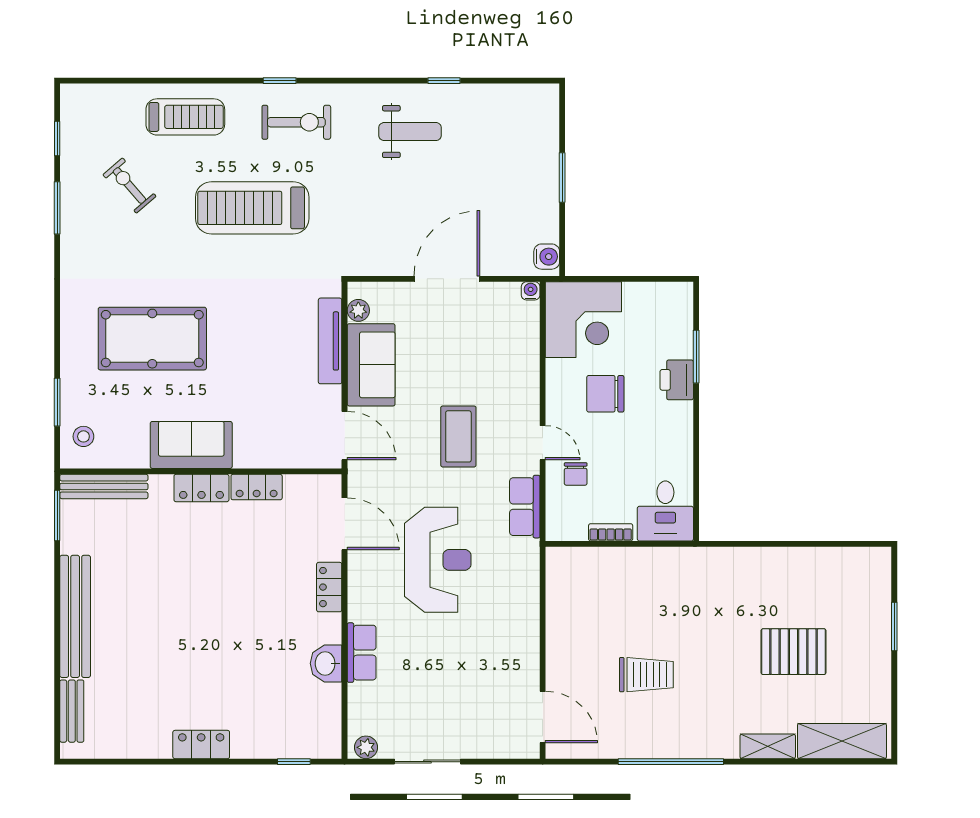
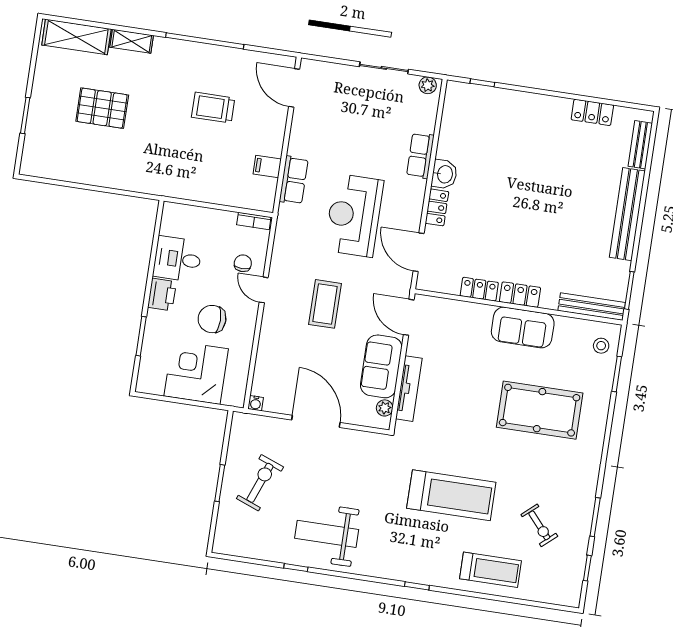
treadmill: (185, 117) -> (491, 570), turned 180
exercise bike: (296, 122) -> (260, 483), moved, turned 111
weight bench: (410, 132) -> (327, 534), width x1.36, depth x1.33
water cooler: (547, 257) -> (240, 427), removed
door: (447, 279) -> (316, 421), swing flipped
corner desk: (583, 320) -> (196, 372), moved
printer: (677, 380) -> (162, 294), moved
chair: (605, 394) -> (212, 319), turned 180
row of seats: (525, 507) -> (294, 180), moved
desk: (665, 511) -> (178, 259), moved, turned -90
bookcase: (611, 532) -> (254, 221), moved
filing cabinet: (563, 607) -> (267, 166), added
washbasin: (326, 663) -> (444, 174), moved
locker: (201, 745) -> (592, 112), moved

